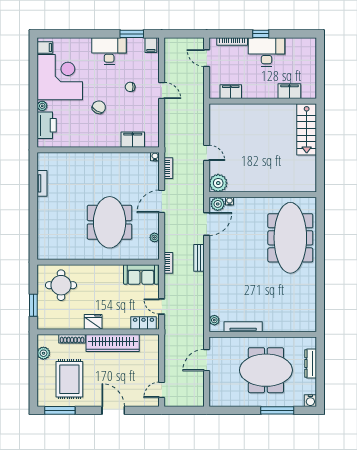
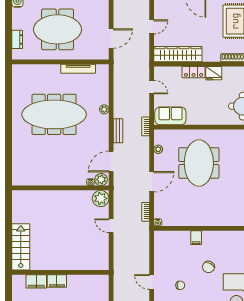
filing cabinet: (231, 92) -> (57, 281), moved
filing cabinet: (133, 140) -> (196, 238), moved, width x0.50
meeting table: (290, 238) -> (54, 114), moved, turned 90
plant: (214, 320) -> (104, 109), moved
locker: (144, 323) -> (194, 72), moved
wardrobe: (113, 343) -> (178, 54), moved
dresser: (311, 363) -> (17, 39), width x0.70
door: (162, 390) -> (152, 27), moved

